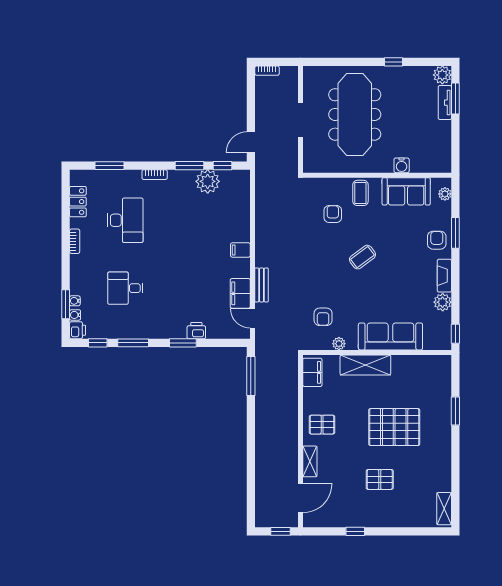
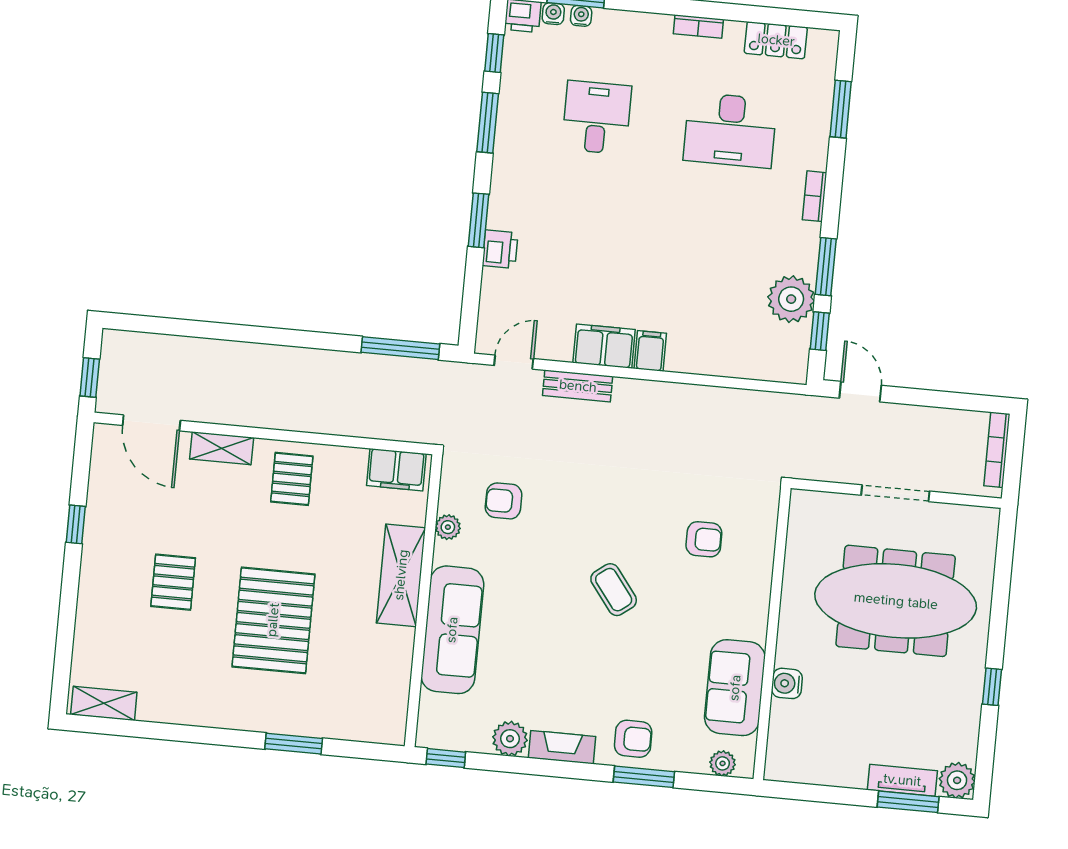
bookcase: (267, 71) -> (997, 450), width x1.56
coffee table: (360, 193) -> (740, 598), removed
filing cabinet: (240, 293) -> (604, 346), moved

